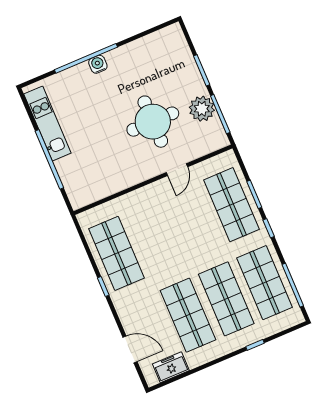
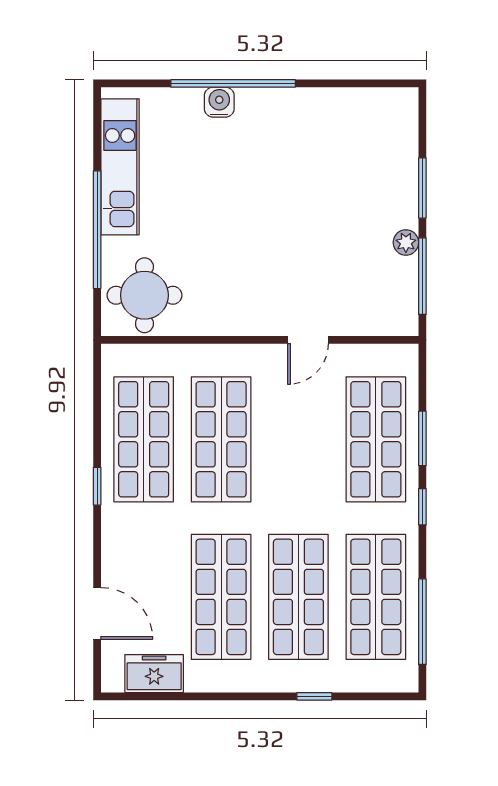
water cooler: (98, 64) -> (219, 102), moved
plant: (202, 109) -> (406, 242), width x0.53, depth x0.53
round table: (153, 122) -> (144, 295), moved, width x0.73, depth x0.73
shop shelf: (155, 237) -> (221, 439), added

